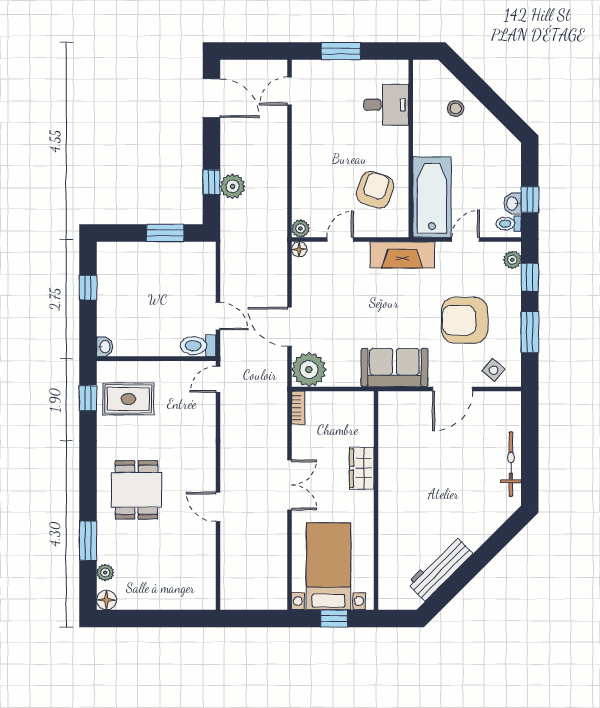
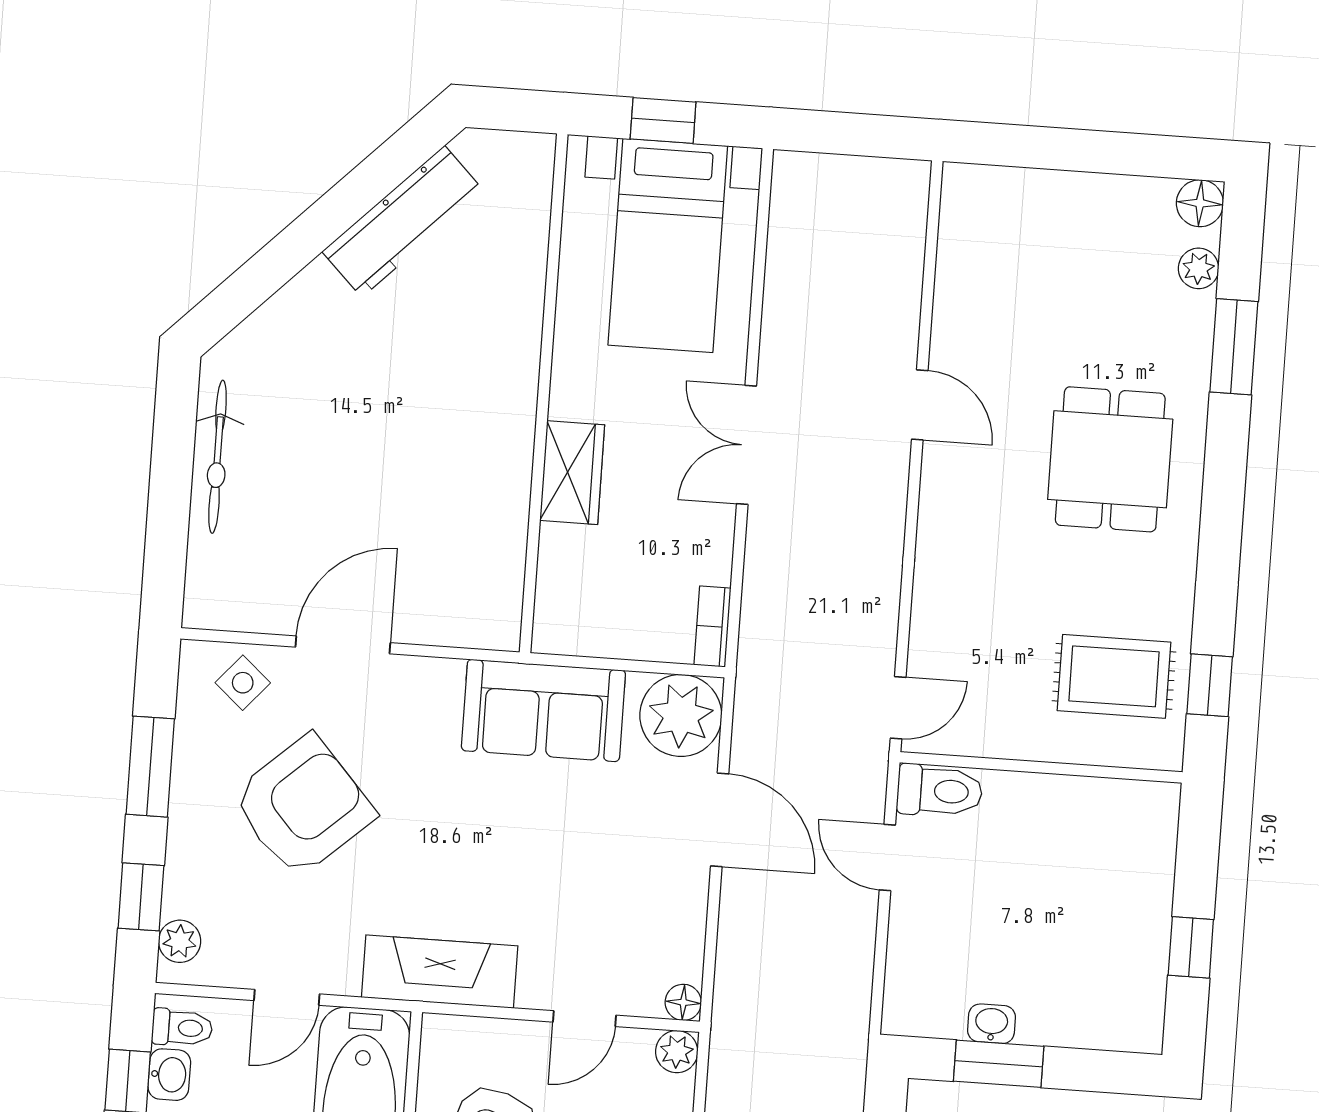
armchair: (465, 320) -> (303, 806), turned -42
washbasin: (105, 347) -> (991, 1024), moved, turned 90
sofa: (394, 367) -> (543, 710), moved

